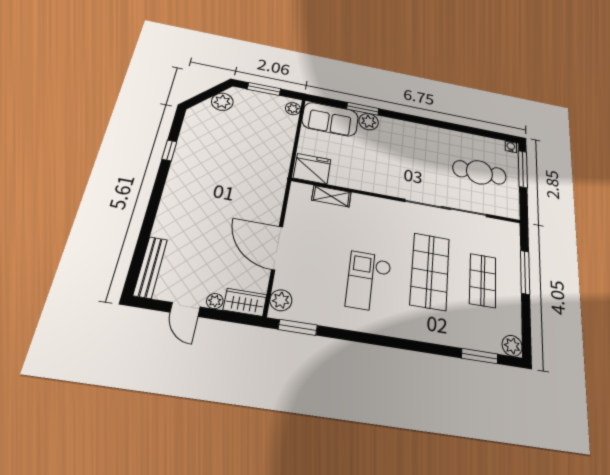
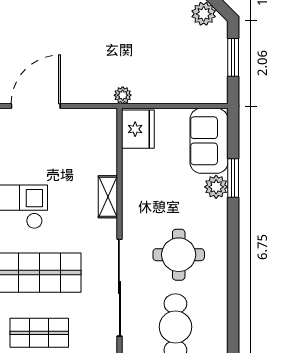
plant: (293, 109) -> (123, 95), moved
round table: (421, 159) -> (179, 255), added
shelving: (331, 196) -> (108, 197), moved

